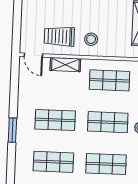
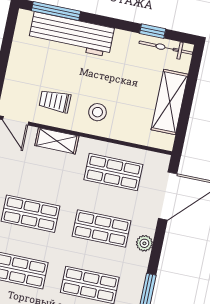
trolley: (59, 36) -> (55, 101), width x0.73, depth x0.72

